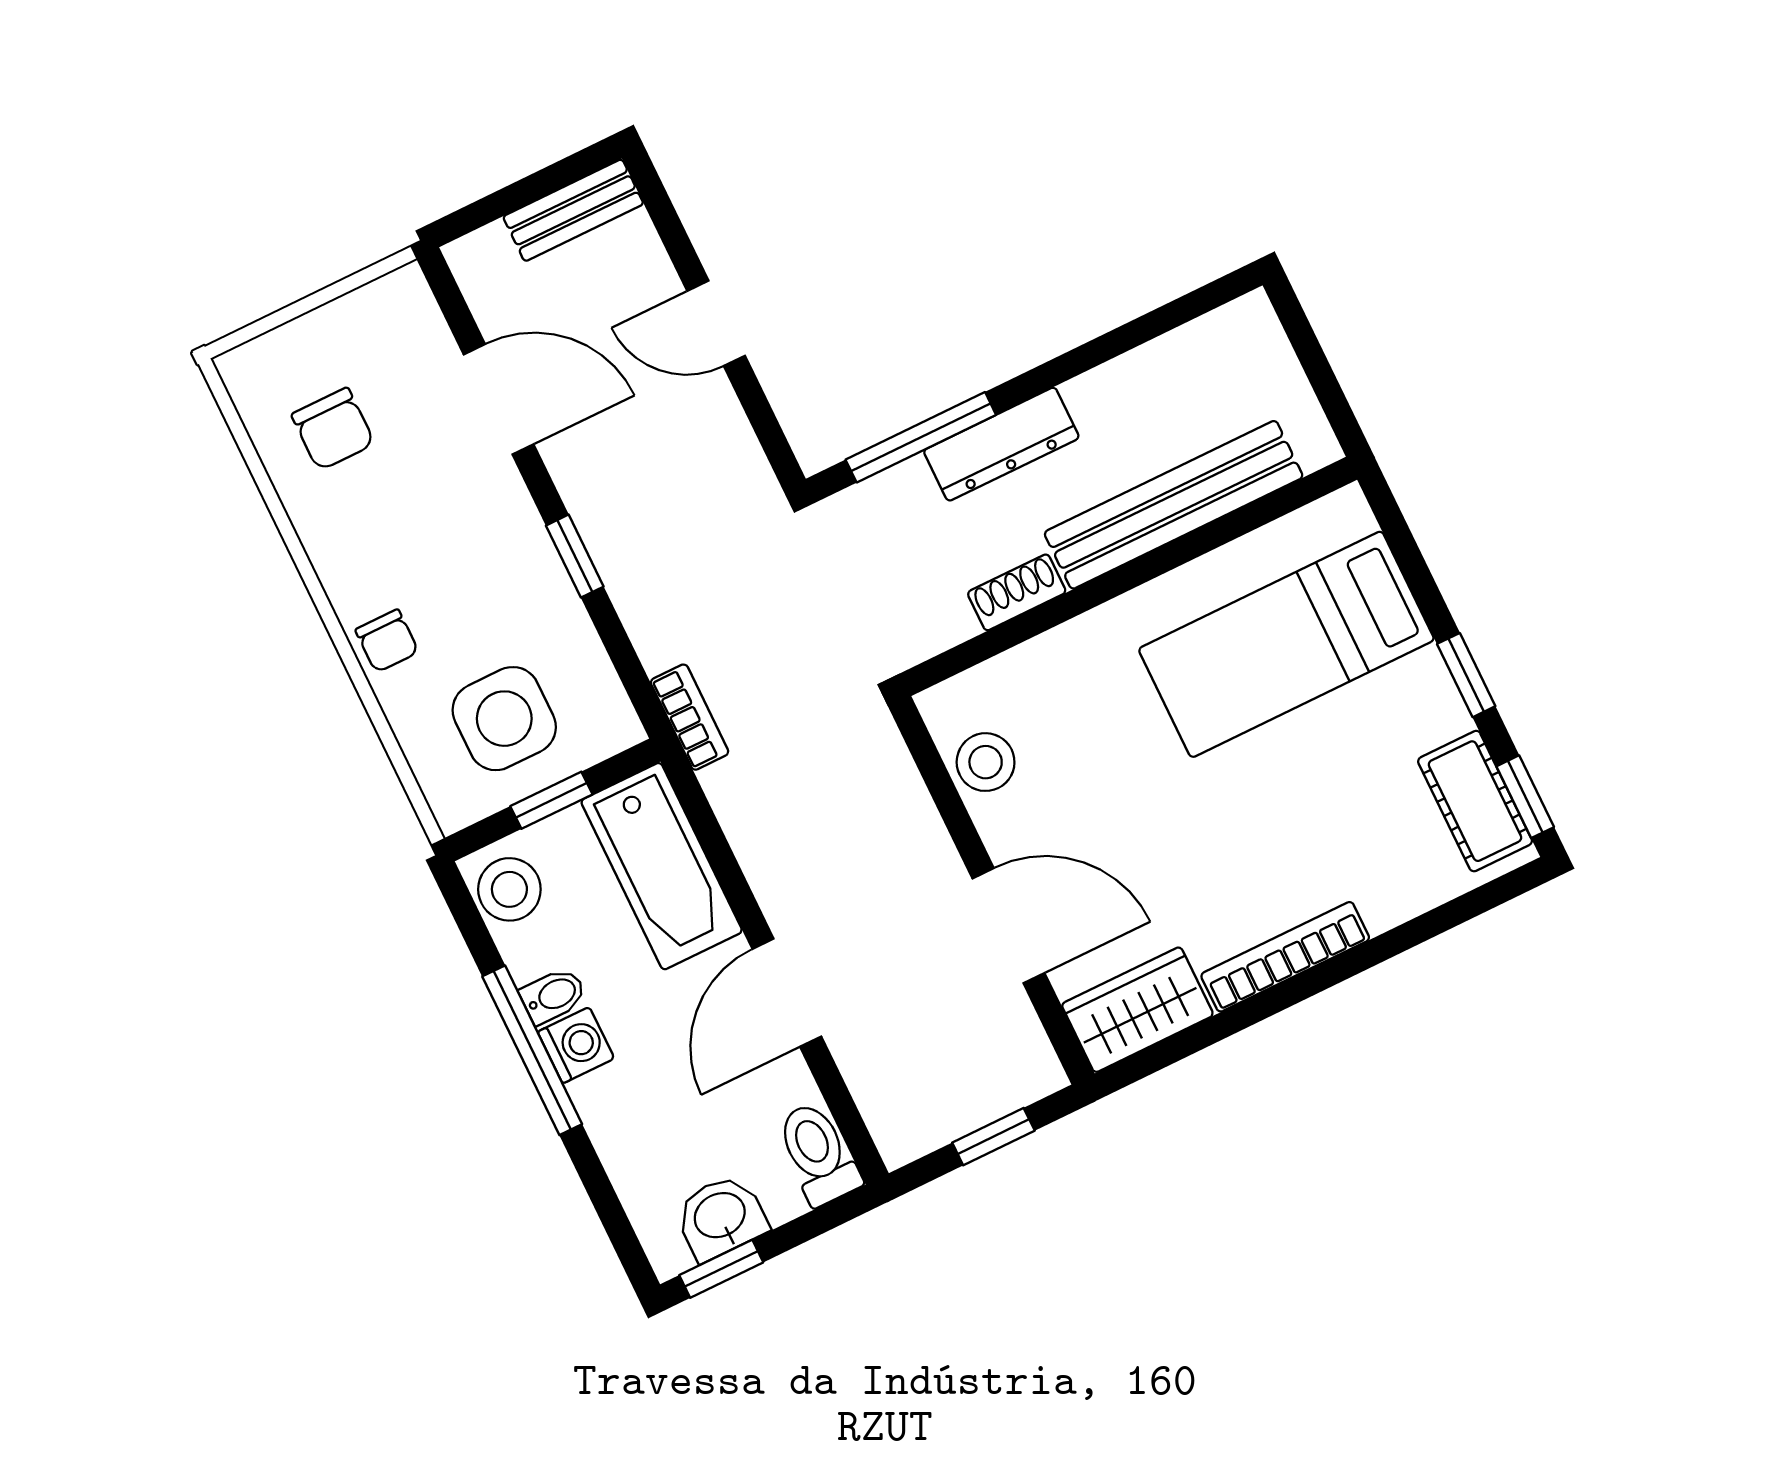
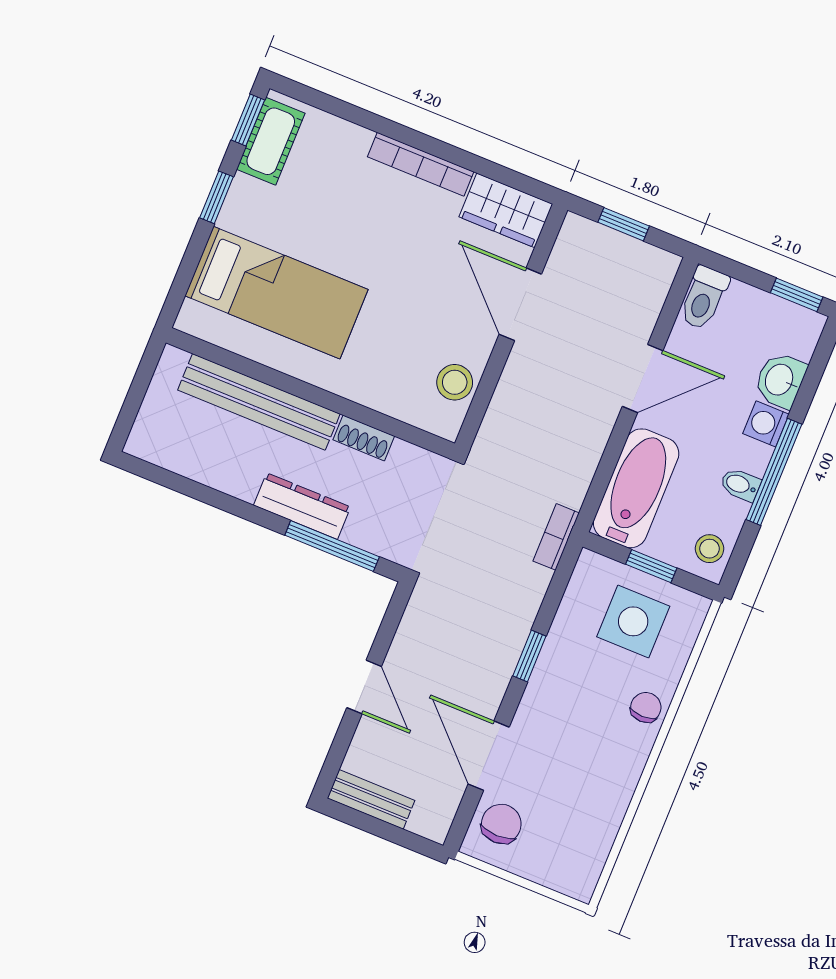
chair: (333, 429) -> (501, 824), moved
stool: (509, 889) -> (710, 549), width x0.73, depth x0.73
washing machine: (576, 1045) -> (766, 424), moved
washbasin: (721, 1217) -> (780, 380), moved, turned 90

